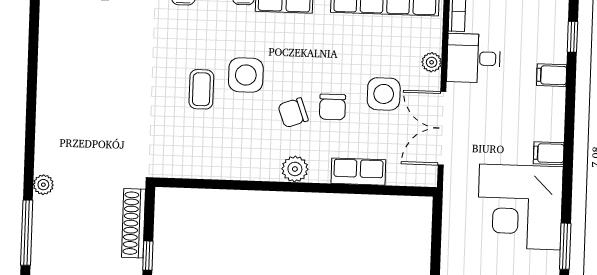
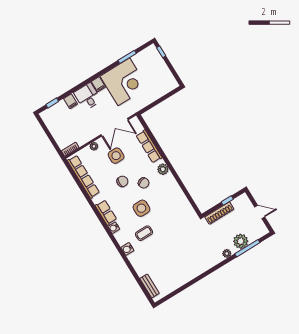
desk: (474, 58) -> (88, 97), moved, turned 180
coffee table: (201, 89) -> (144, 233), moved
chair: (332, 107) -> (122, 181), moved
row of seats: (358, 172) -> (149, 146), width x1.48
plant: (49, 228) -> (241, 241), added

